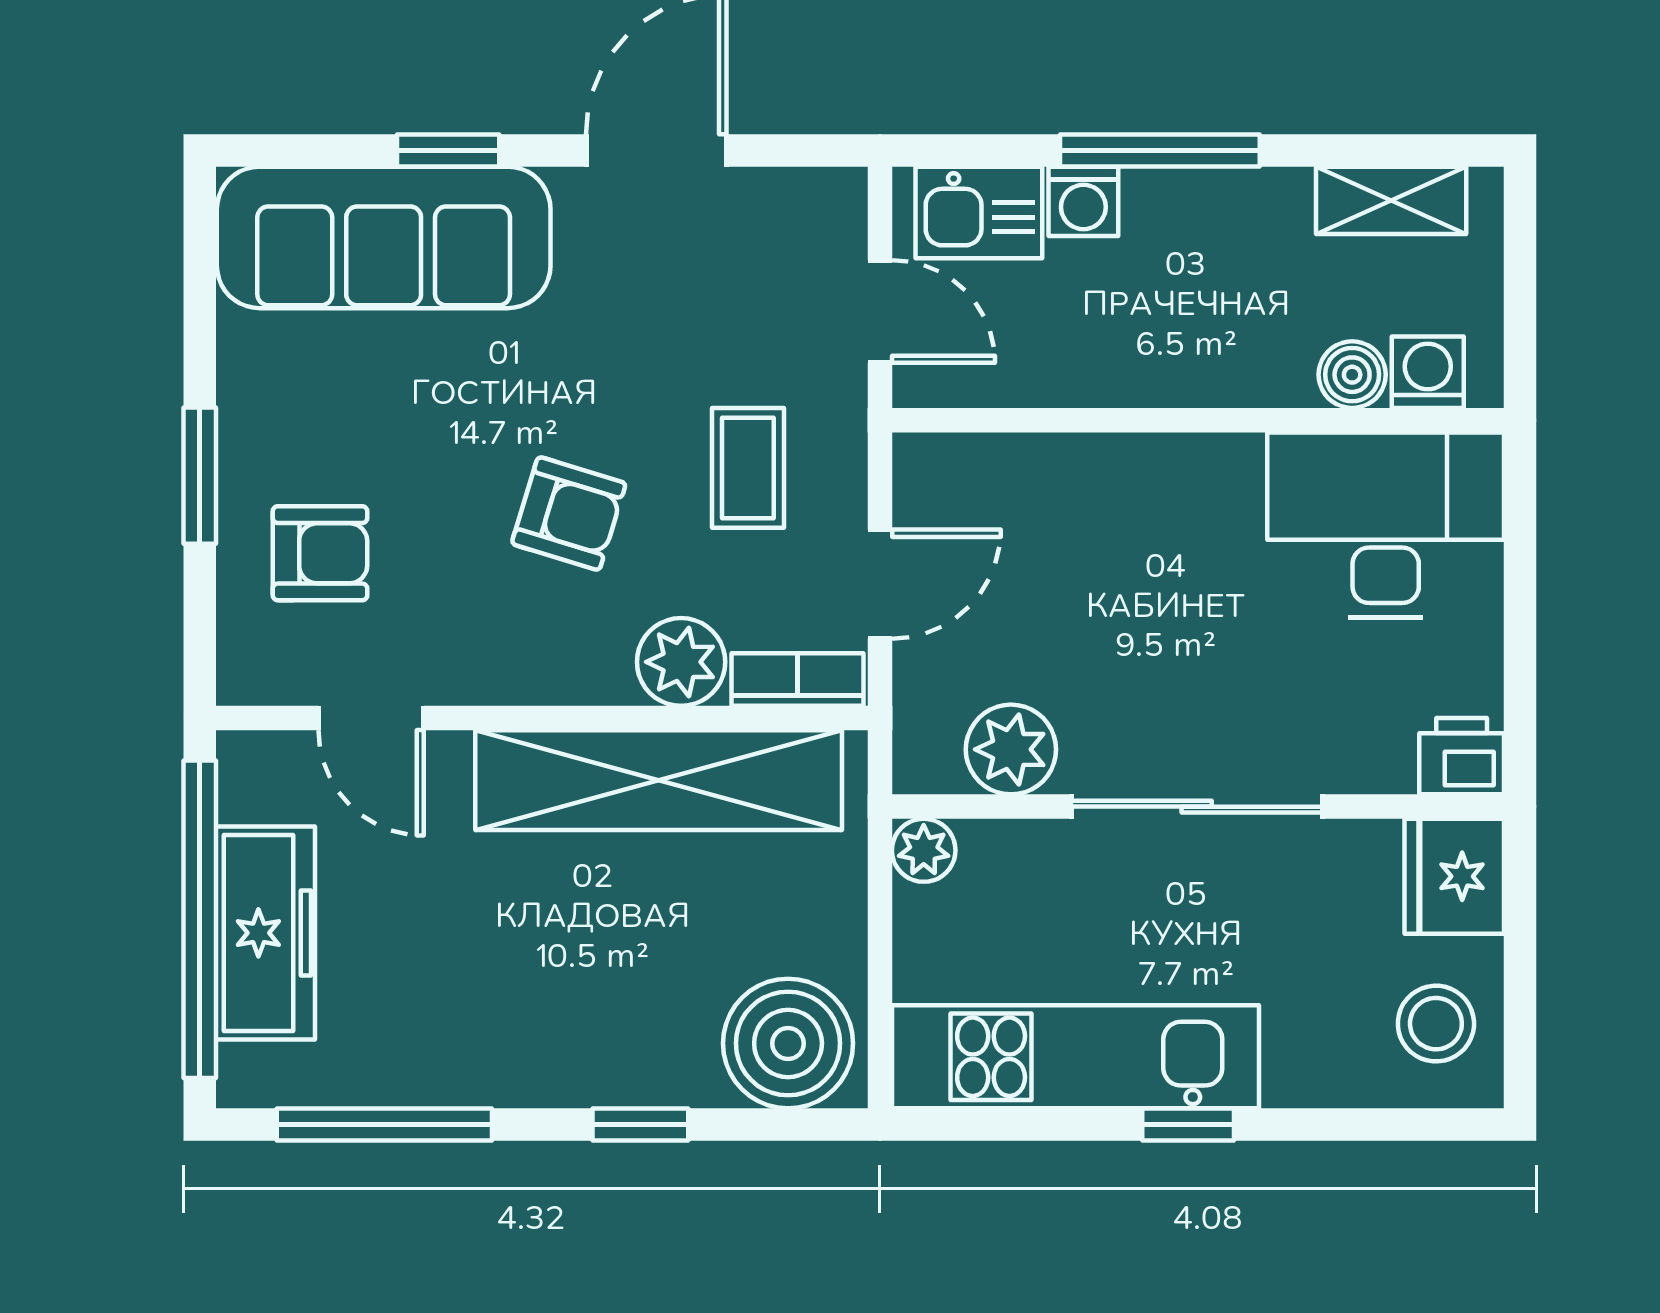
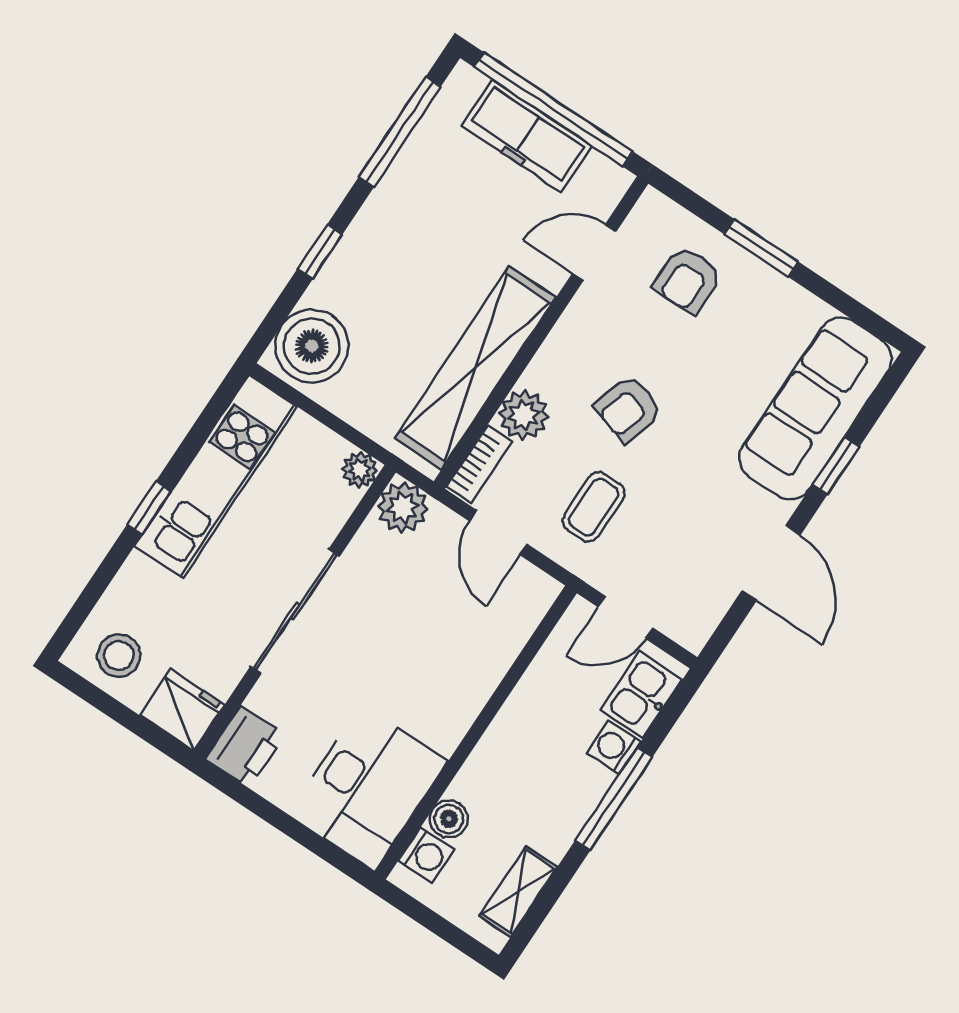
coffee table: (748, 468) -> (594, 507), turned 90
plant: (1011, 749) -> (403, 508), moved
printer: (1462, 756) -> (245, 747), width x1.36, depth x1.24

